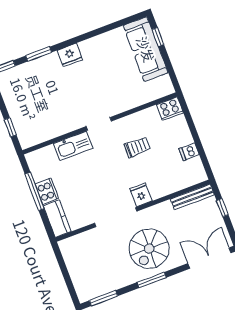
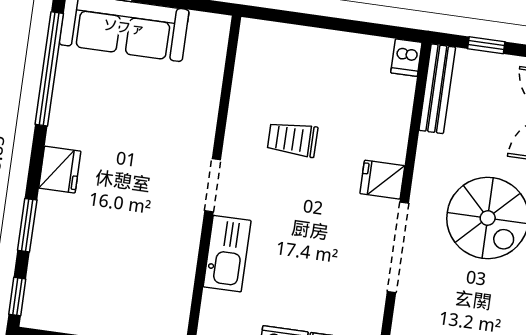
window: (110, 27) -> (49, 69), added
cooker: (170, 109) -> (255, 42), removed
trolley: (137, 147) -> (293, 139), turned -90
dishwasher: (189, 152) -> (406, 58), moved

